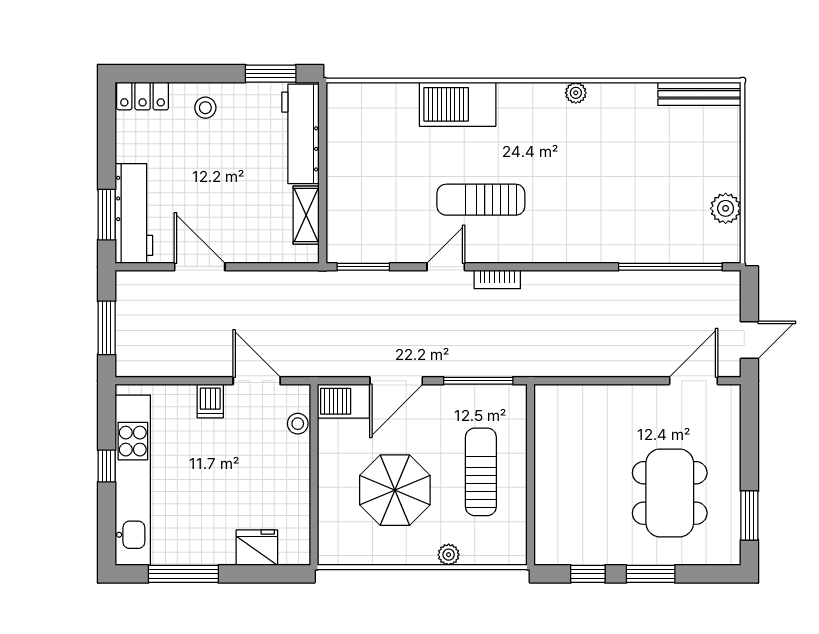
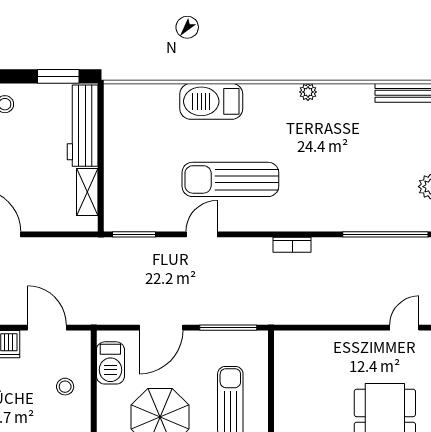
sun lounger: (481, 200) -> (230, 179), width x1.36, depth x1.34
bookcase: (497, 279) -> (292, 245), moved
door: (694, 381) -> (404, 328), width x0.73
barbecue: (343, 401) -> (110, 363), moved, turned -90
stool: (298, 424) -> (65, 387), moved

